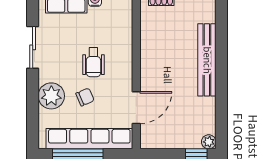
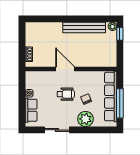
bench: (207, 60) -> (84, 28), moved
door: (136, 108) -> (65, 69), moved

